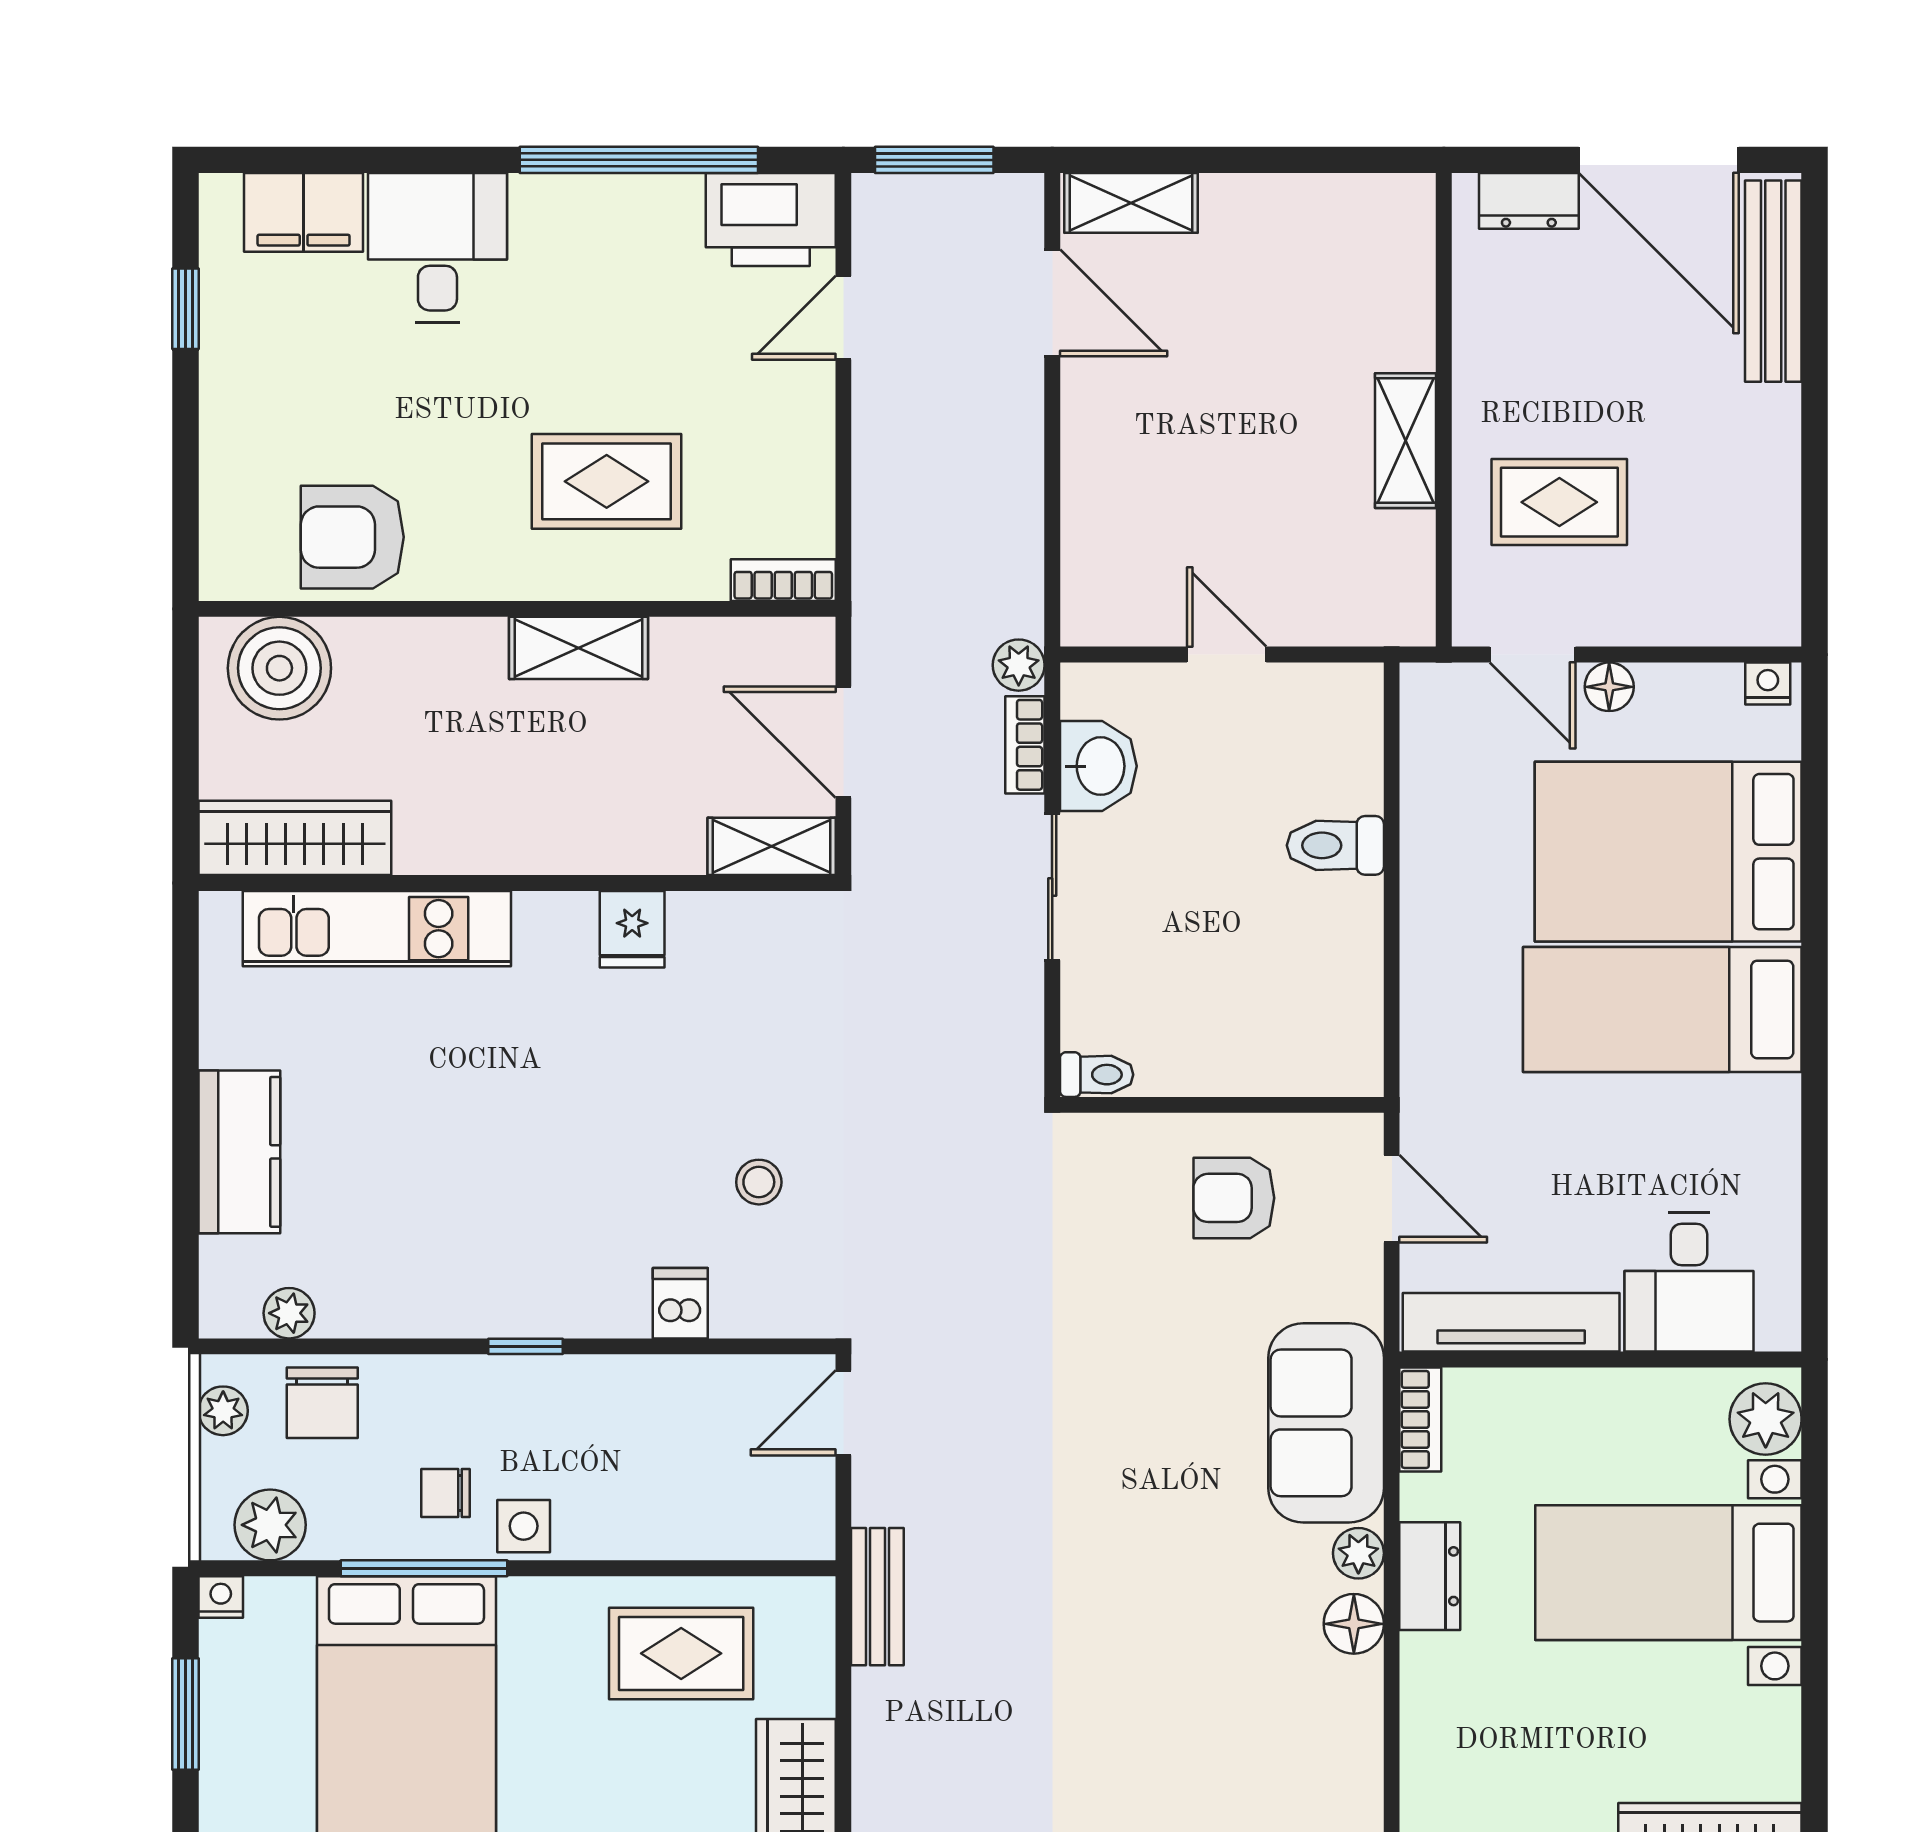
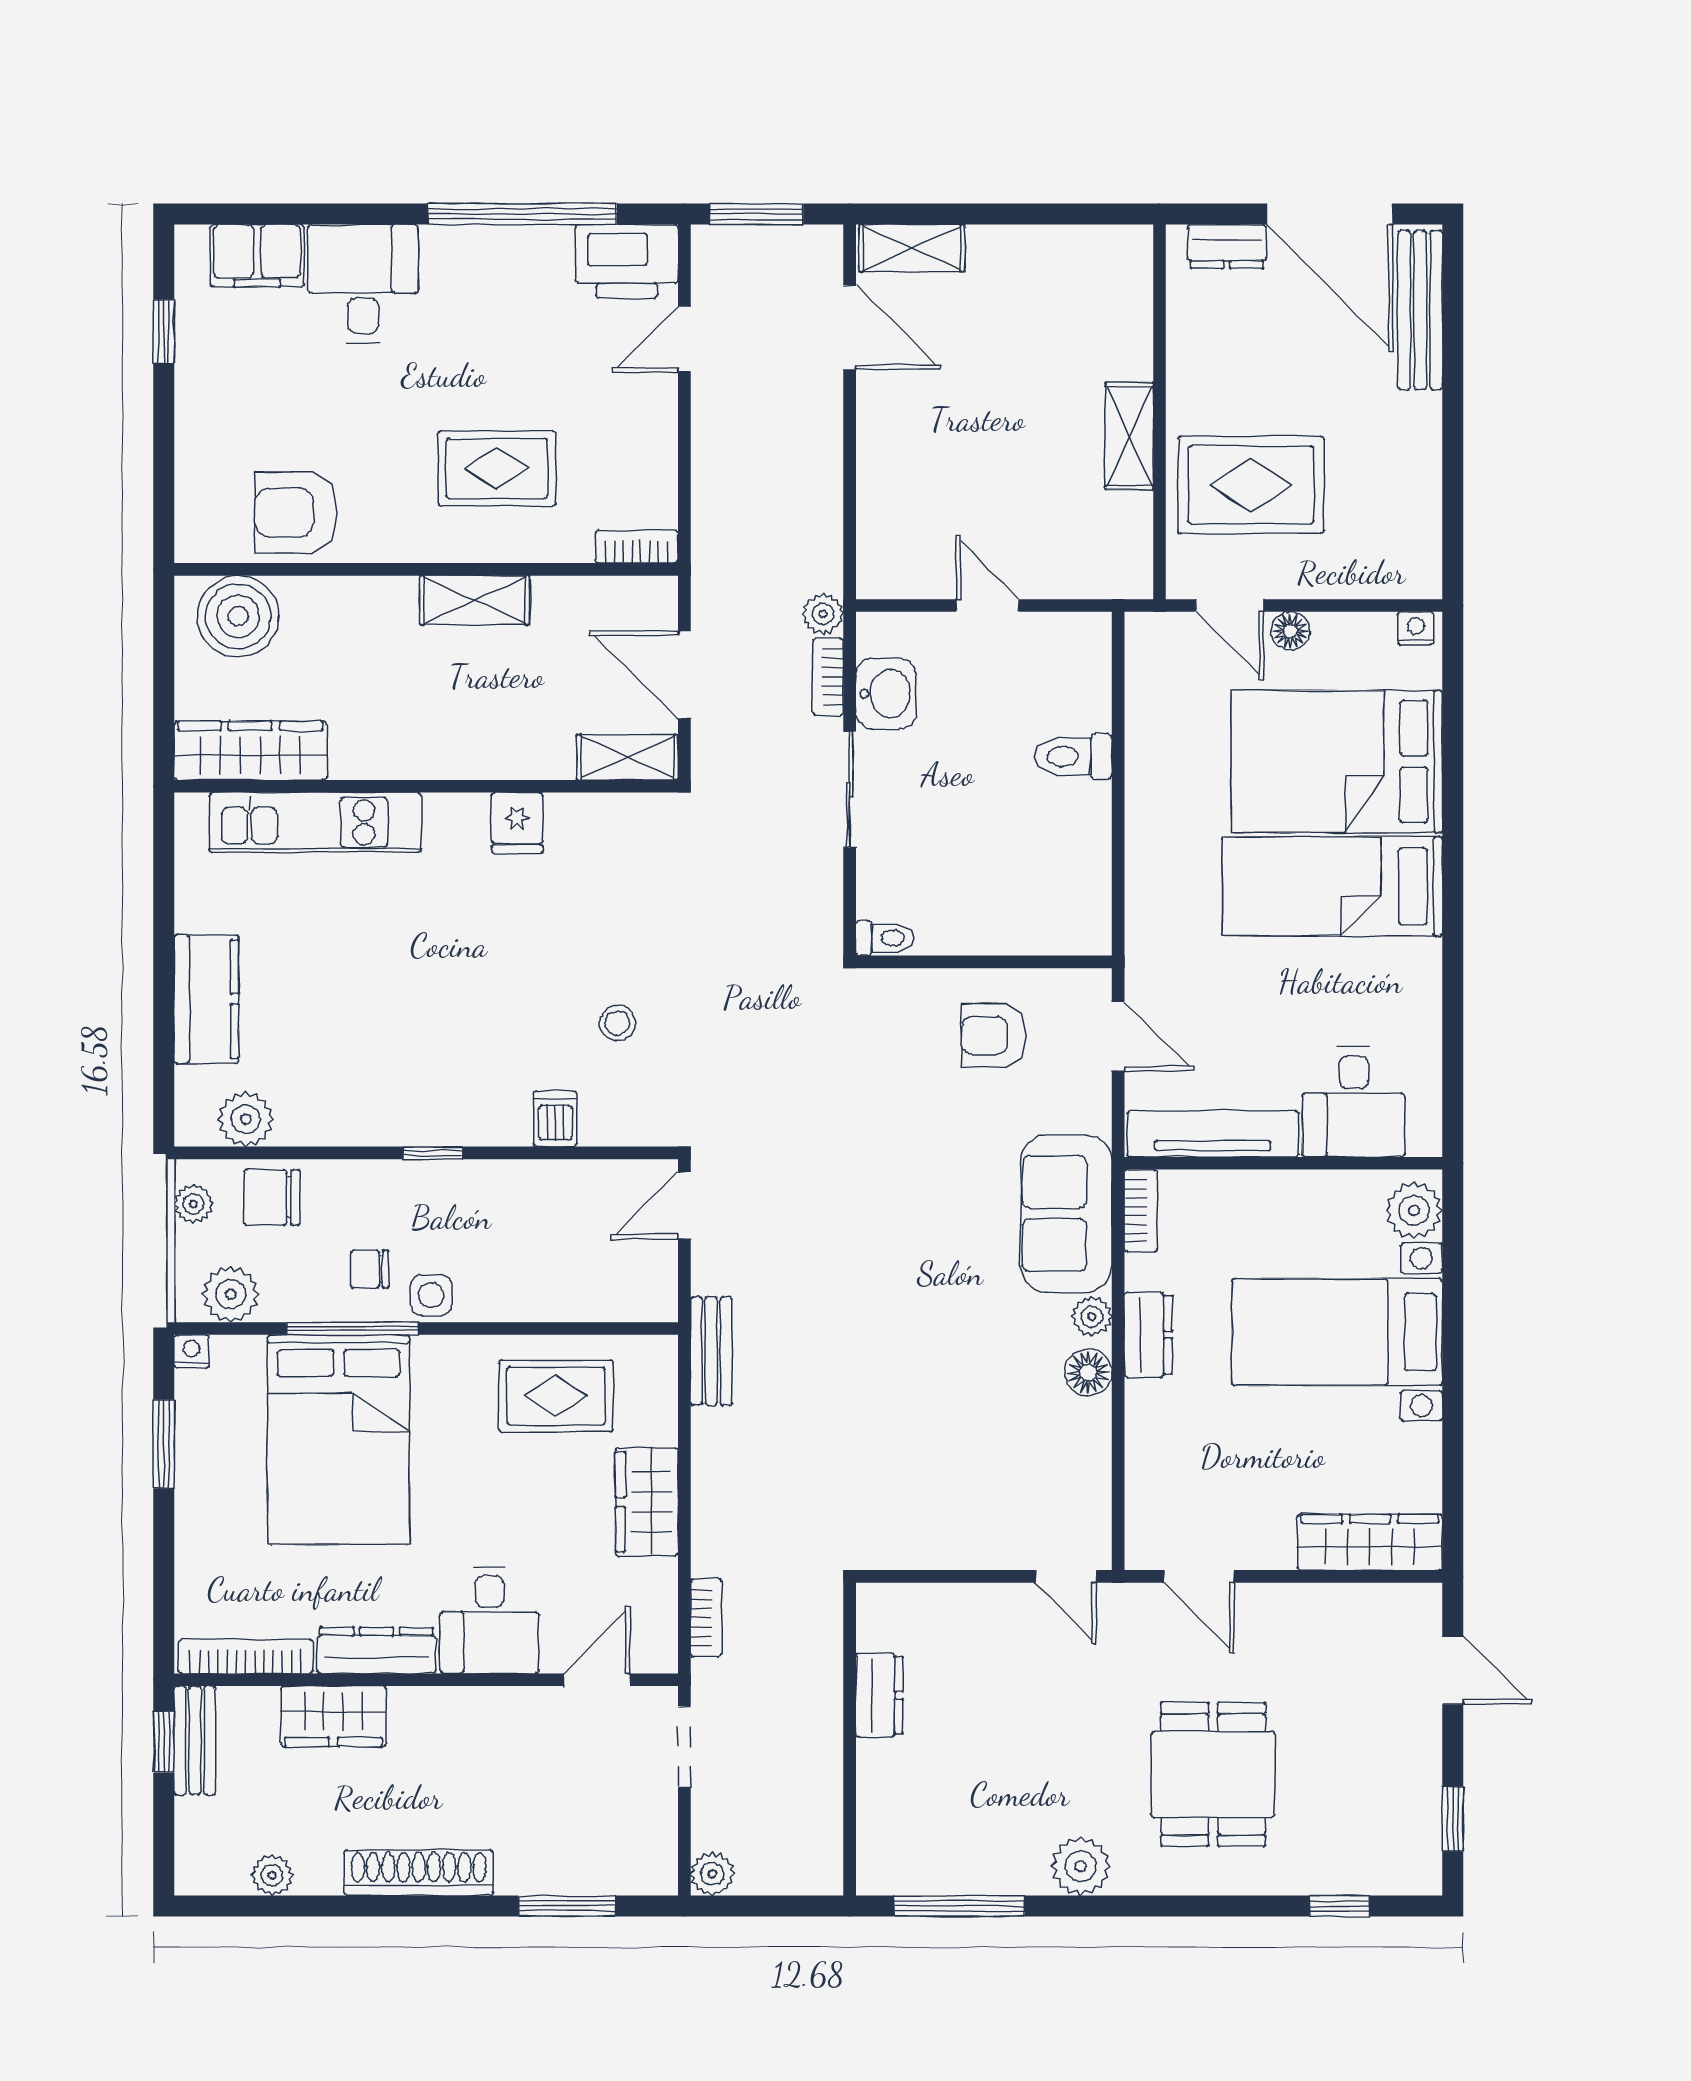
rug: (1559, 502) -> (1251, 485), width x1.36, depth x1.43
plant: (289, 1313) -> (246, 1119), width x1.38, depth x1.38
chair: (322, 1403) -> (272, 1198), turned 90

